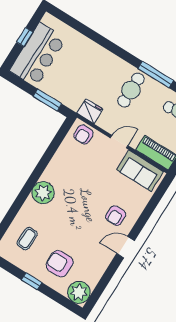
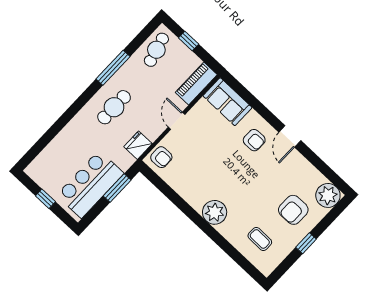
bar counter: (38, 55) -> (90, 184), moved, turned -90
cafe table: (131, 90) -> (114, 107), moved, turned 90
sofa: (140, 171) -> (227, 102), moved, turned 90

